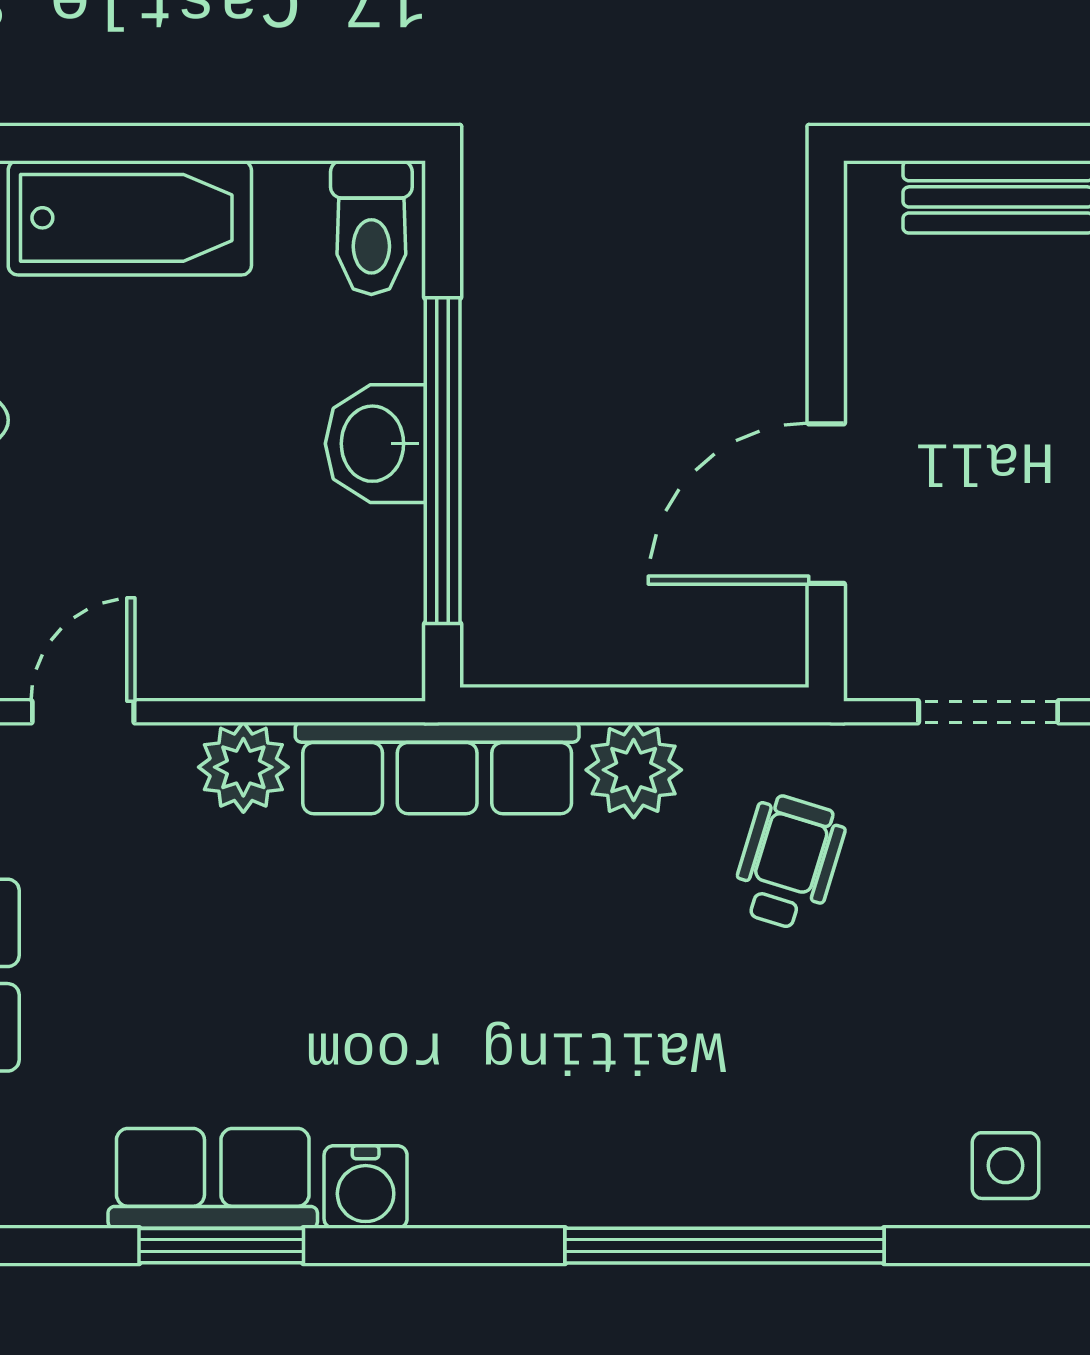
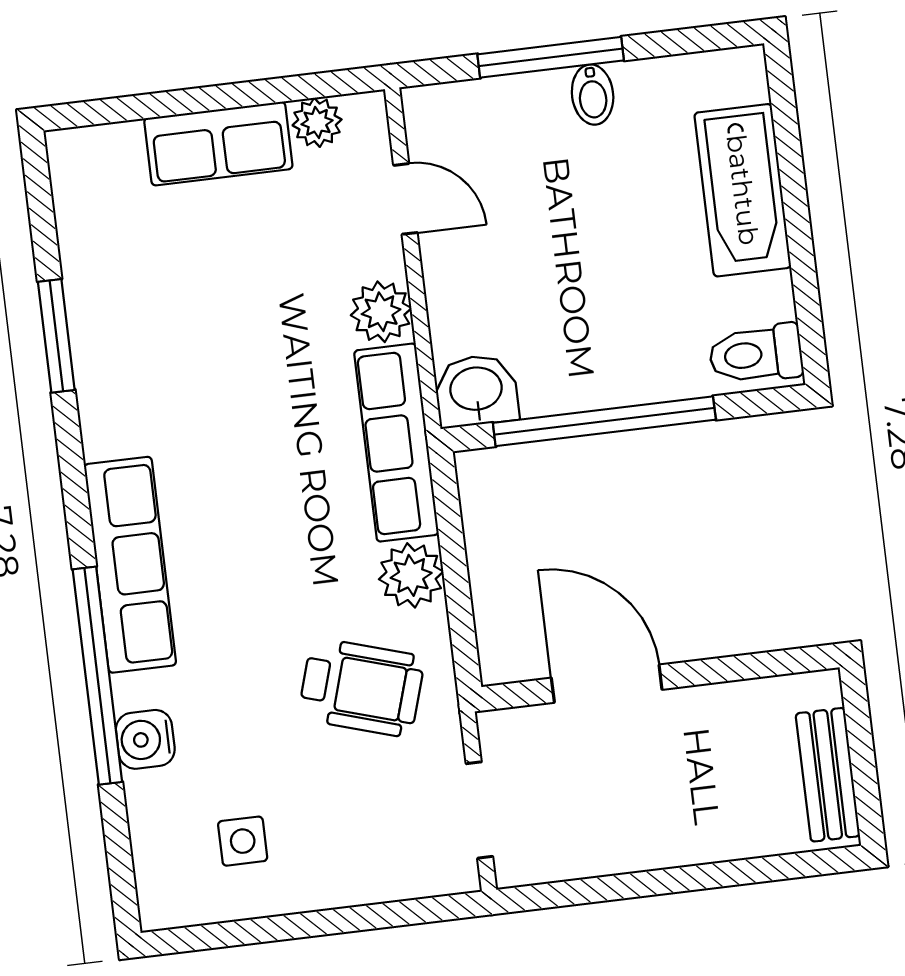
washbasin: (375, 444) -> (476, 391), moved
wheelchair: (788, 862) -> (361, 687), width x1.36, depth x1.37
side table: (1006, 1166) -> (243, 841), moved
row of seats: (213, 1178) -> (130, 565), moved, width x1.48
water cooler: (366, 1187) -> (145, 739), moved

